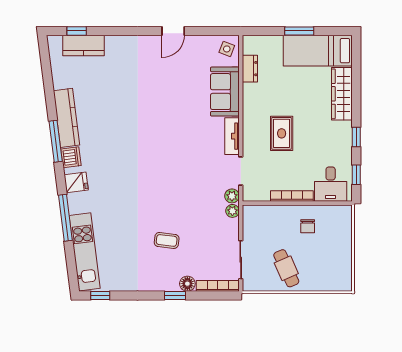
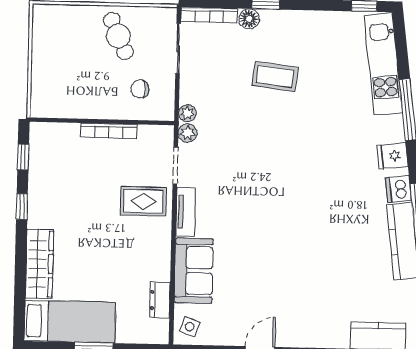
rug: (282, 133) -> (143, 201), moved, turned 90
desk: (331, 184) -> (57, 145), removed
chair: (308, 226) -> (140, 89), moved, turned -90
coffee table: (167, 240) -> (275, 76), width x1.36, depth x1.30

